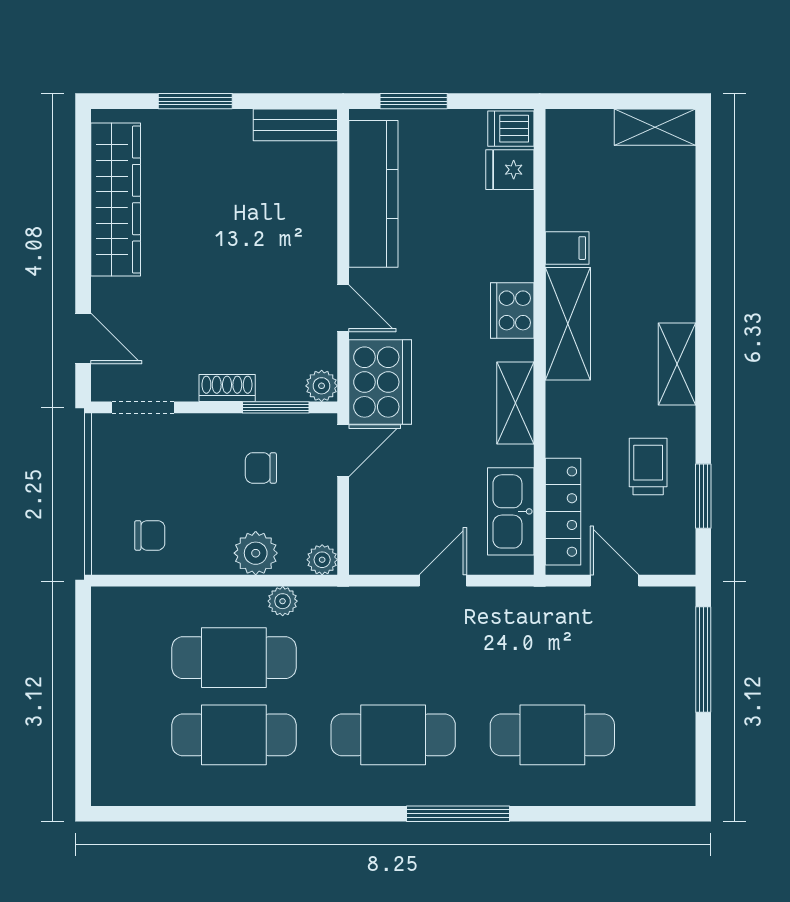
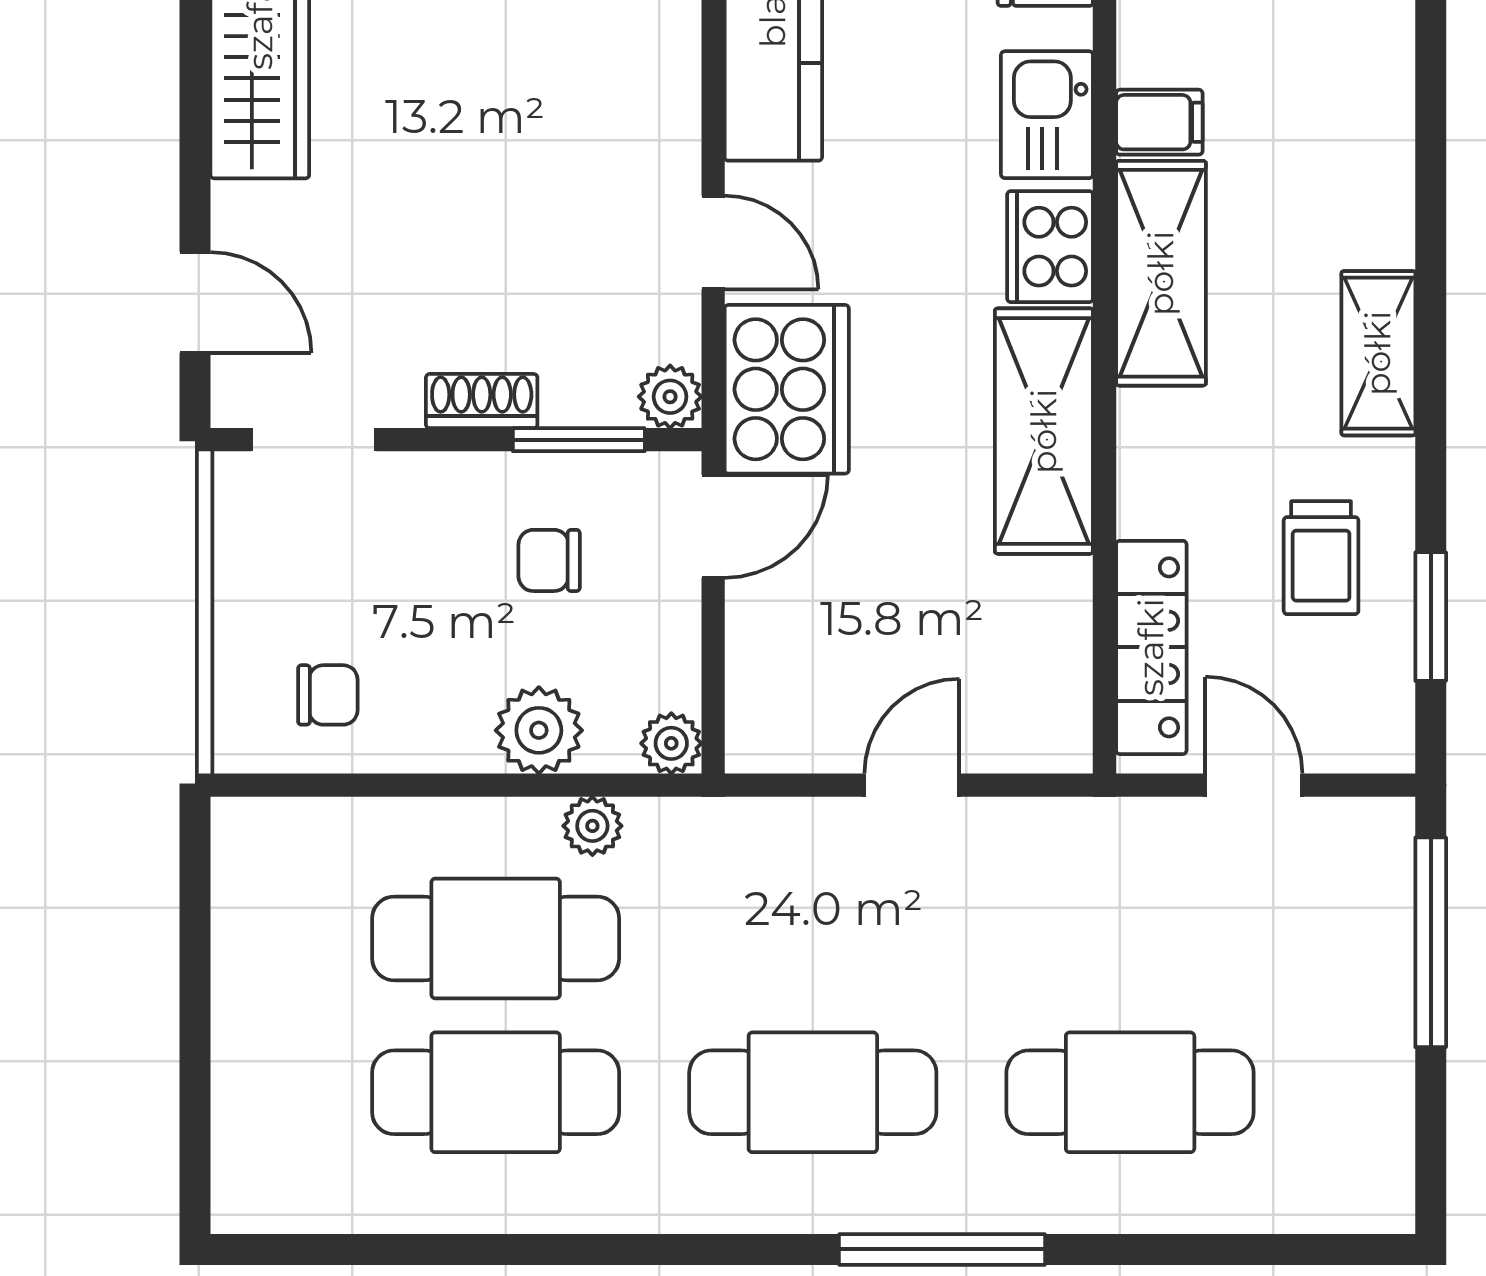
shelving: (515, 403) -> (1044, 431), width x1.50, depth x1.33
trolley: (648, 467) -> (1321, 558), turned 180
kitchen sink: (511, 511) -> (1047, 115), moved, width x0.73

